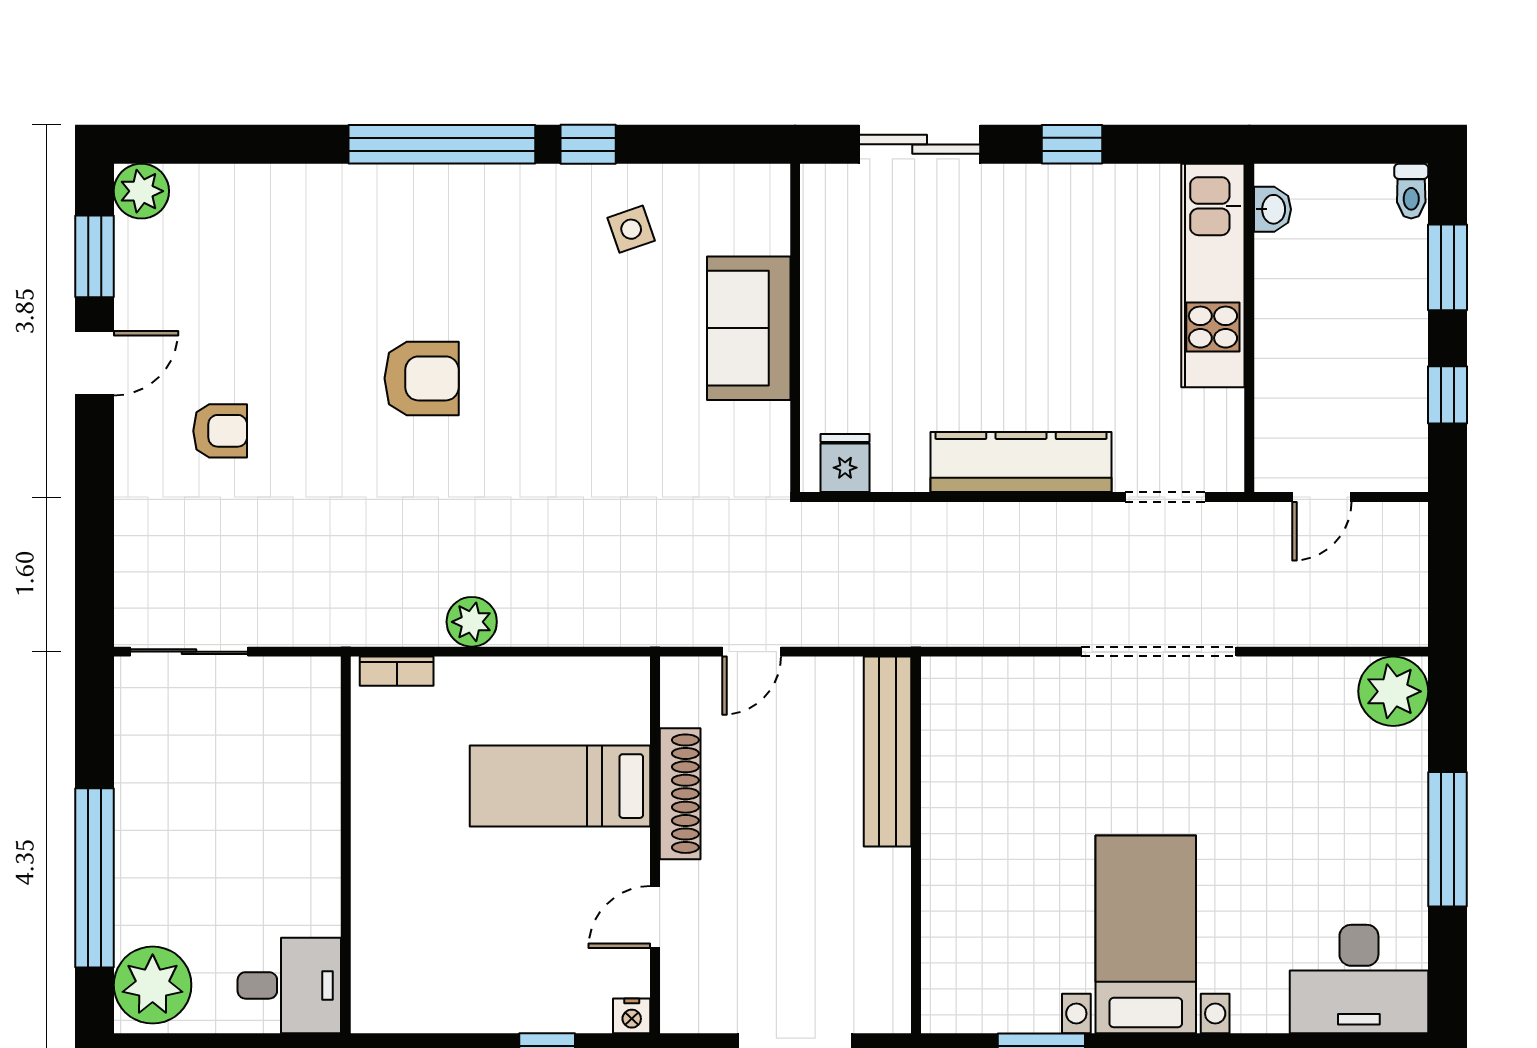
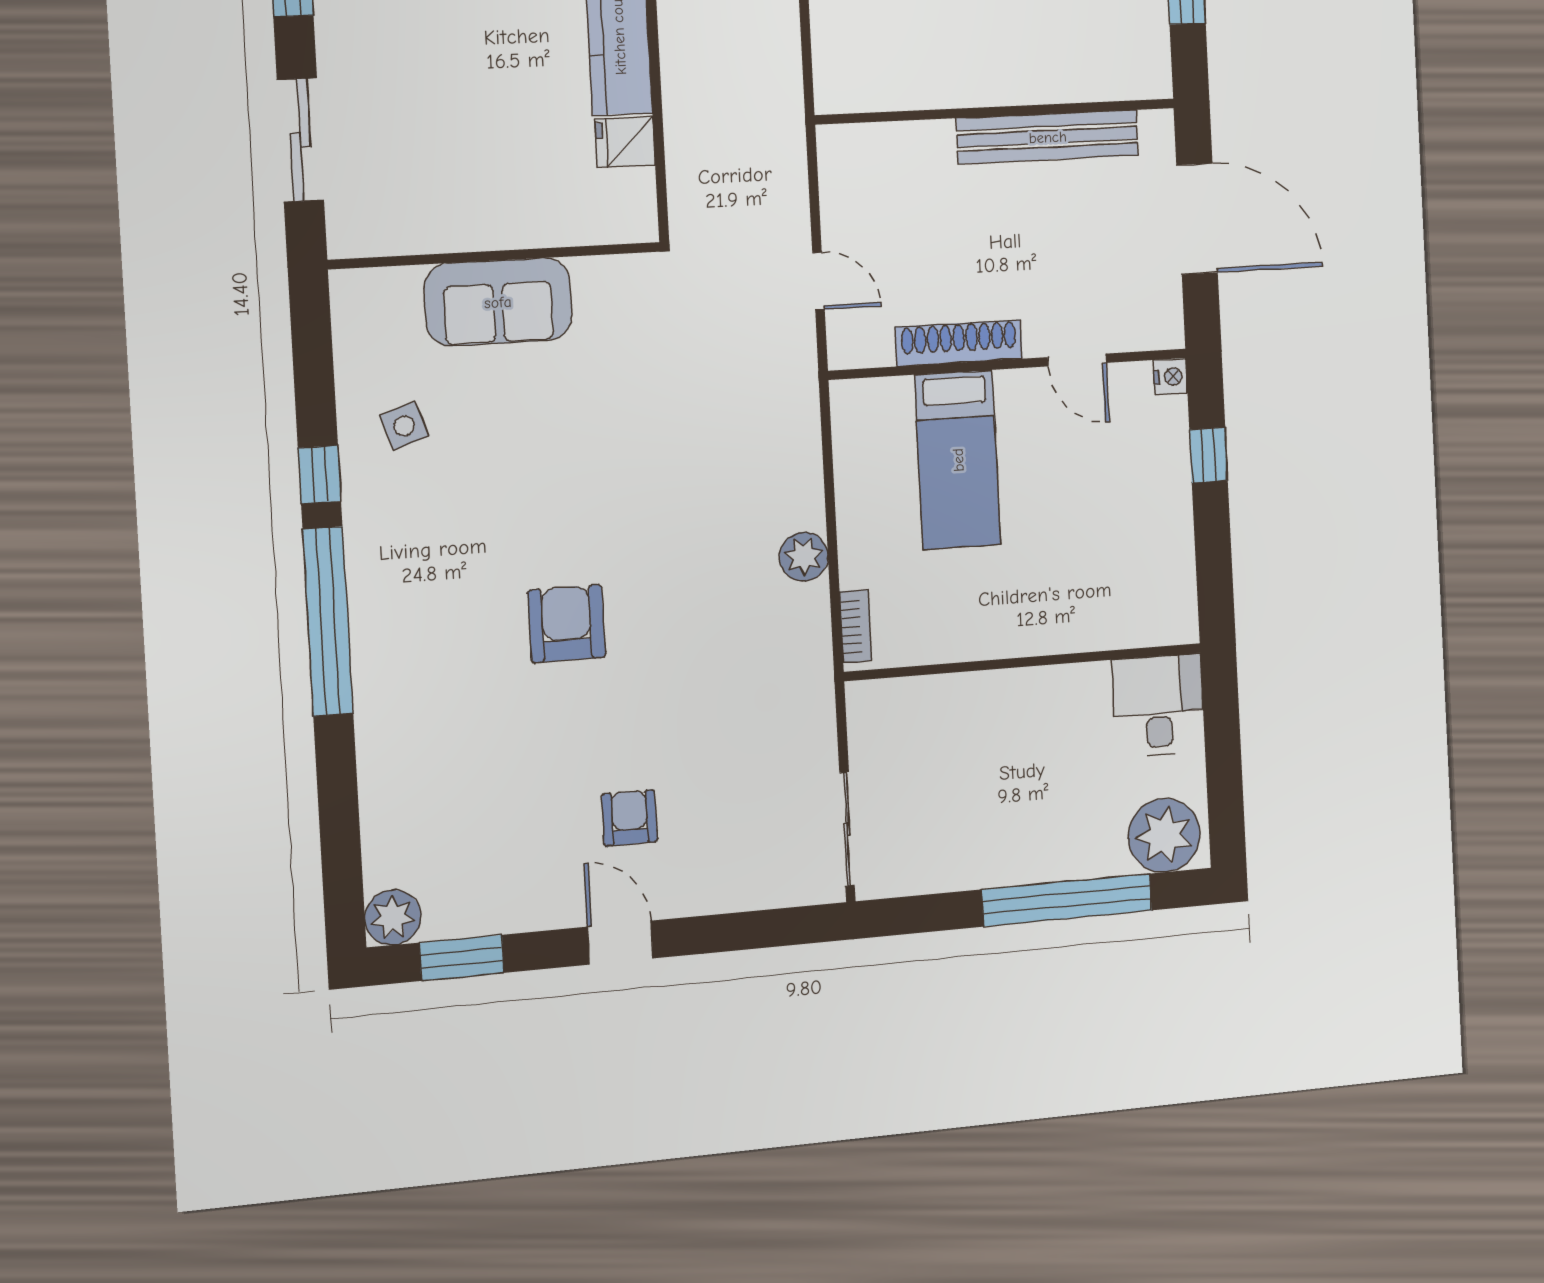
door: (95, 363) -> (620, 943), moved
fridge: (845, 463) -> (625, 142), moved
bench: (887, 752) -> (1048, 137), moved

